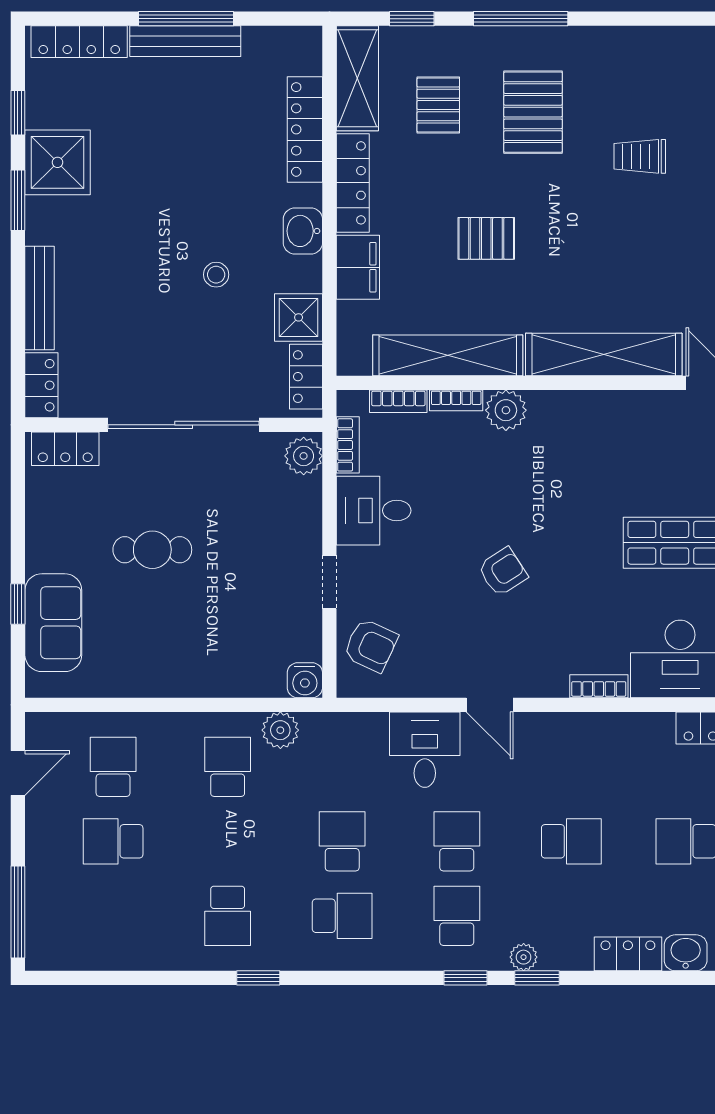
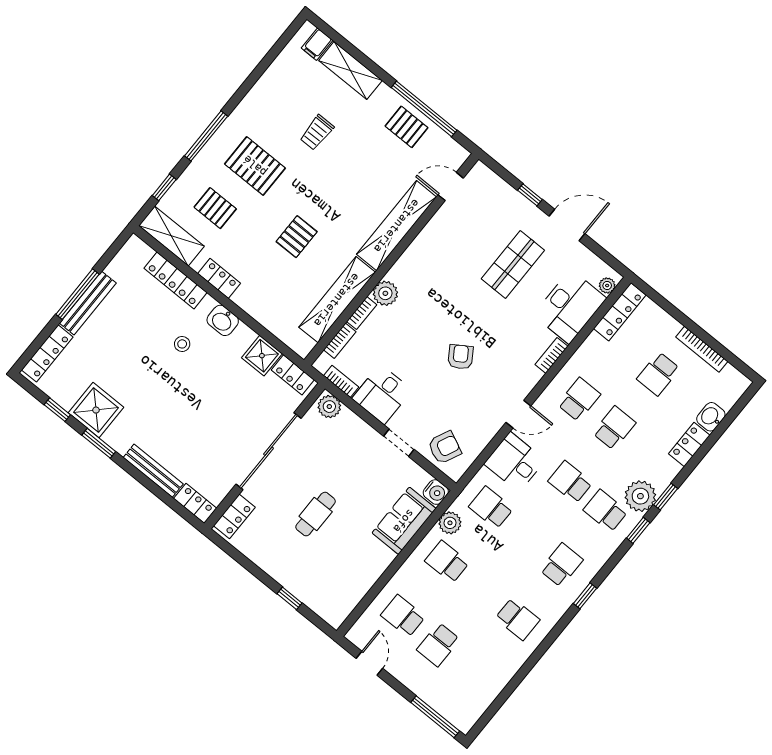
locker: (353, 183) -> (219, 278), width x0.66
filing cabinet: (358, 267) -> (261, 308), removed
stool: (216, 275) -> (182, 344), moved
sofa: (53, 623) -> (404, 521), moved, turned -90
school desk: (571, 767) -> (579, 399), added
school desk: (342, 841) -> (491, 508), moved
plant: (524, 957) -> (640, 496), width x1.87, depth x1.87
window: (258, 978) -> (585, 596), moved

